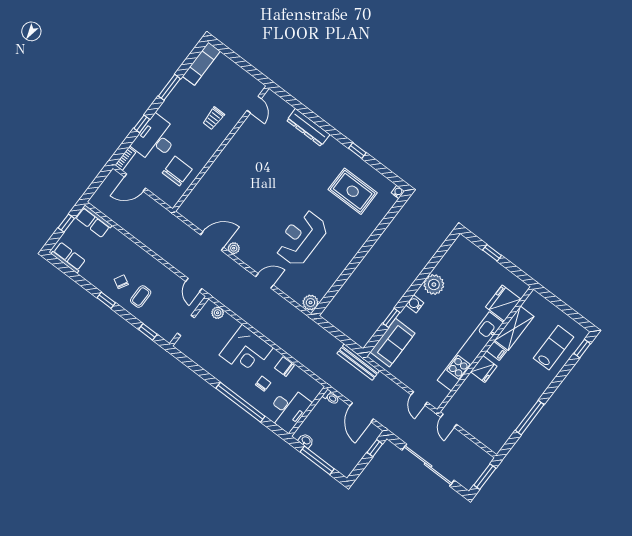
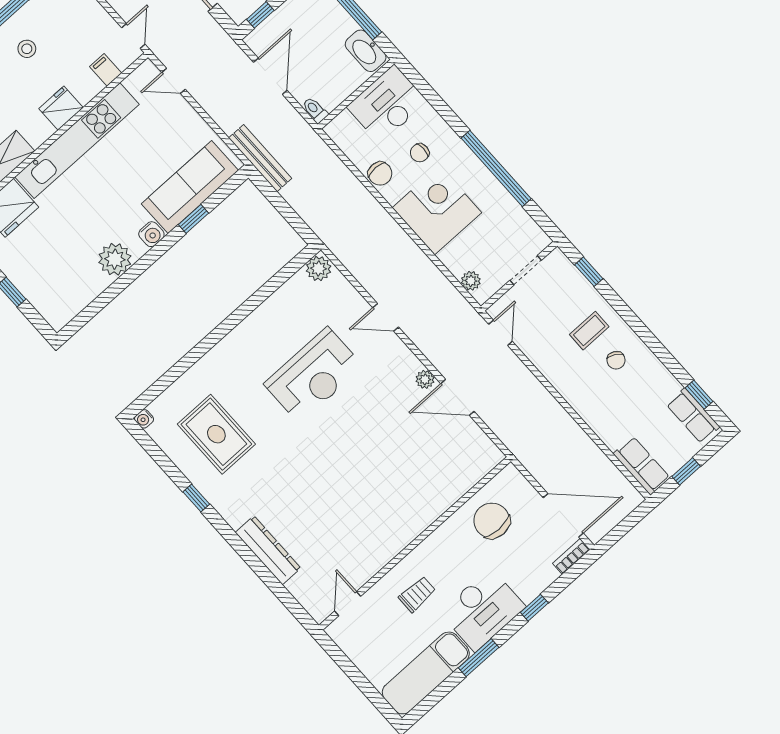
exam couch: (201, 64) -> (426, 673), width x1.36, depth x1.45
desk: (155, 139) -> (483, 610), moved
chair: (177, 171) -> (492, 521), turned 90
door: (135, 183) -> (563, 515), width x1.36
window: (106, 300) -> (699, 395), moved
sofa: (393, 343) -> (190, 187), width x1.36
filing cabinet: (496, 351) -> (106, 70), moved
door: (419, 398) -> (174, 81), swing flipped
stool: (511, 401) -> (27, 49), added
window: (240, 402) -> (496, 168), moved
washbasin: (306, 441) -> (366, 51), width x1.91, depth x1.45

